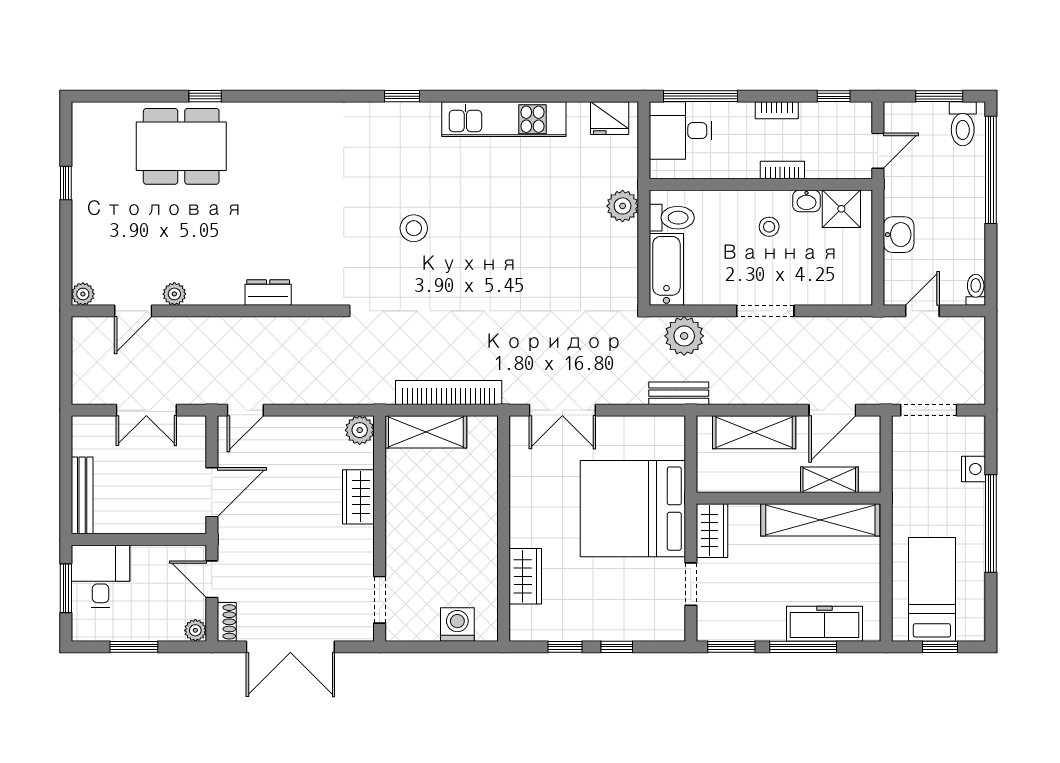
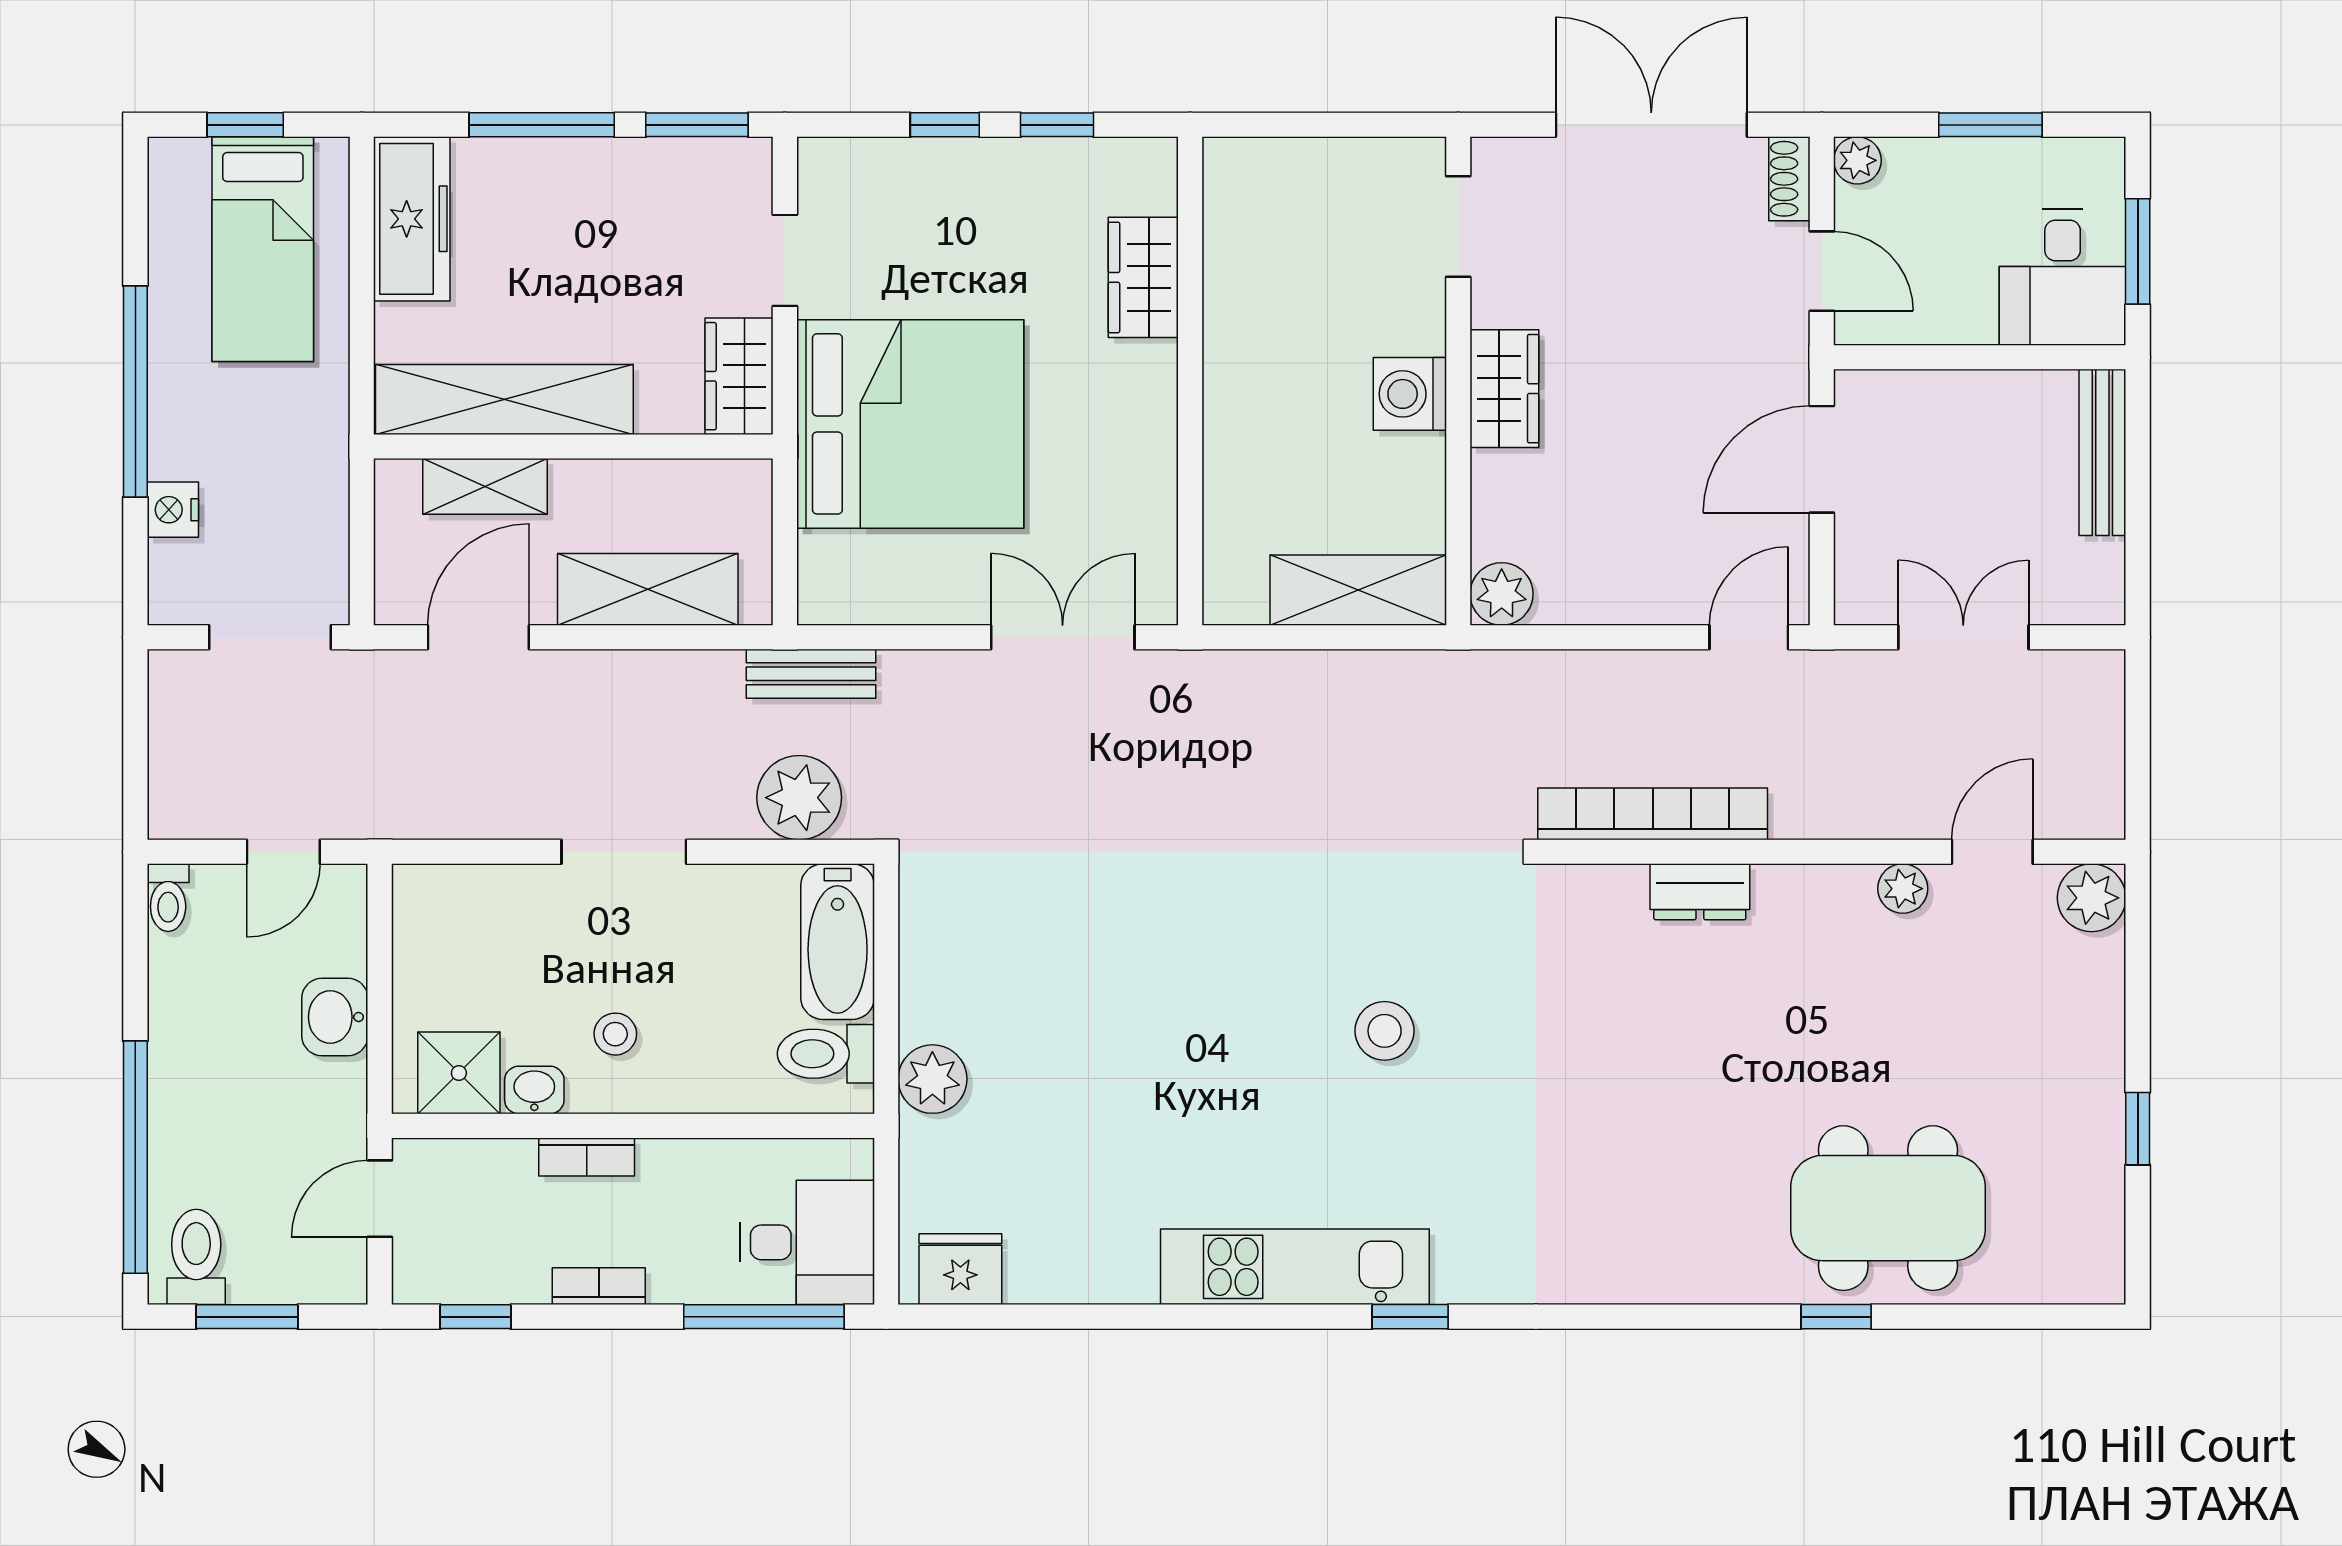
kitchen unit: (504, 119) -> (1295, 1267), moved
plant: (83, 294) -> (2092, 898), width x1.38, depth x1.38
bookcase: (449, 393) -> (1653, 814), moved, turned 180
wardrobe: (358, 497) -> (1504, 389), moved
washing machine: (457, 624) -> (1410, 394), moved, turned 90
freezer: (824, 624) -> (412, 219), moved, turned -90

